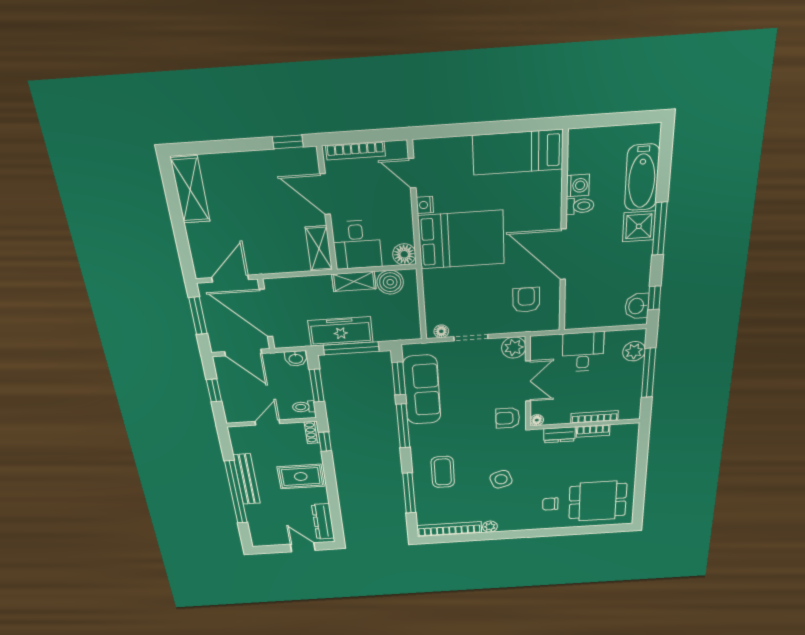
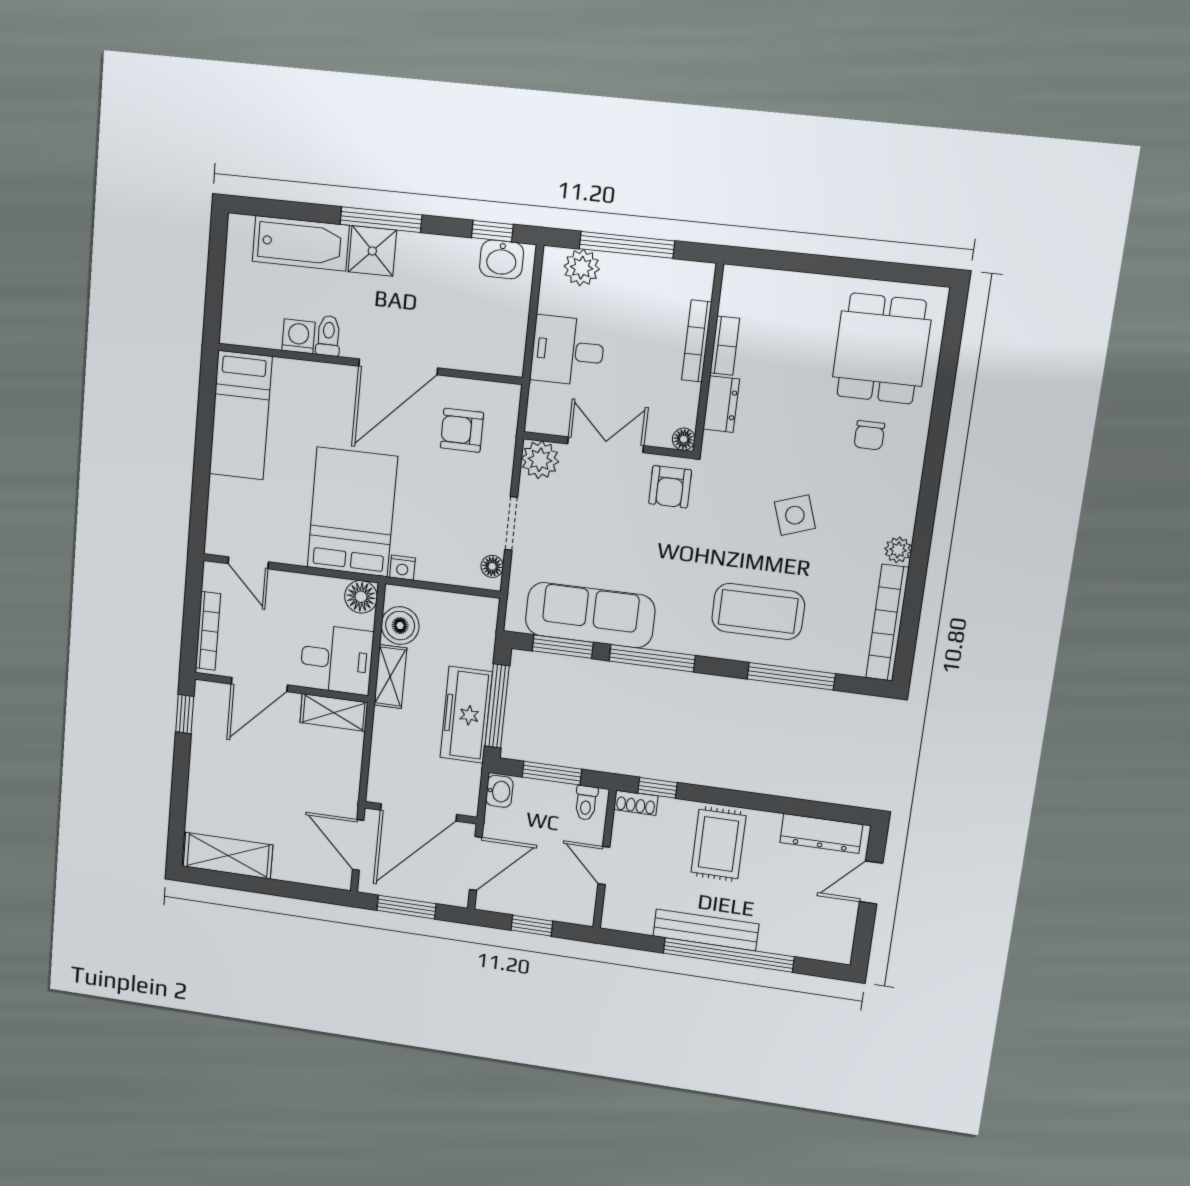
door: (412, 173) -> (248, 563), hinge flipped
nightstand: (425, 205) -> (402, 568), moved
coffee table: (443, 472) -> (758, 611), width x1.36, depth x1.32

